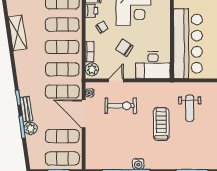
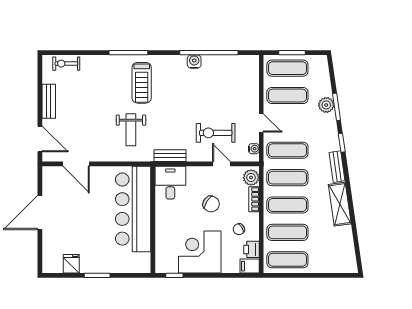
shelving: (17, 33) -> (340, 204), moved
desk: (153, 65) -> (170, 183), width x0.73
door: (116, 80) -> (221, 164), swing flipped
bench: (158, 87) -> (170, 156), added
weight bench: (190, 108) -> (131, 130), turned 180
bench: (26, 109) -> (337, 167), moved
door: (84, 114) -> (261, 123), width x0.53
treadmill: (161, 124) -> (142, 83), moved

